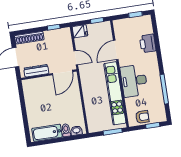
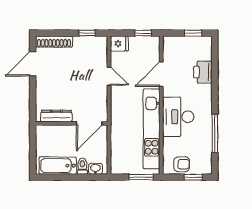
dresser: (36, 71) -> (56, 116), moved
door: (63, 73) -> (89, 123), moved
wall: (49, 75) -> (72, 123), moved

